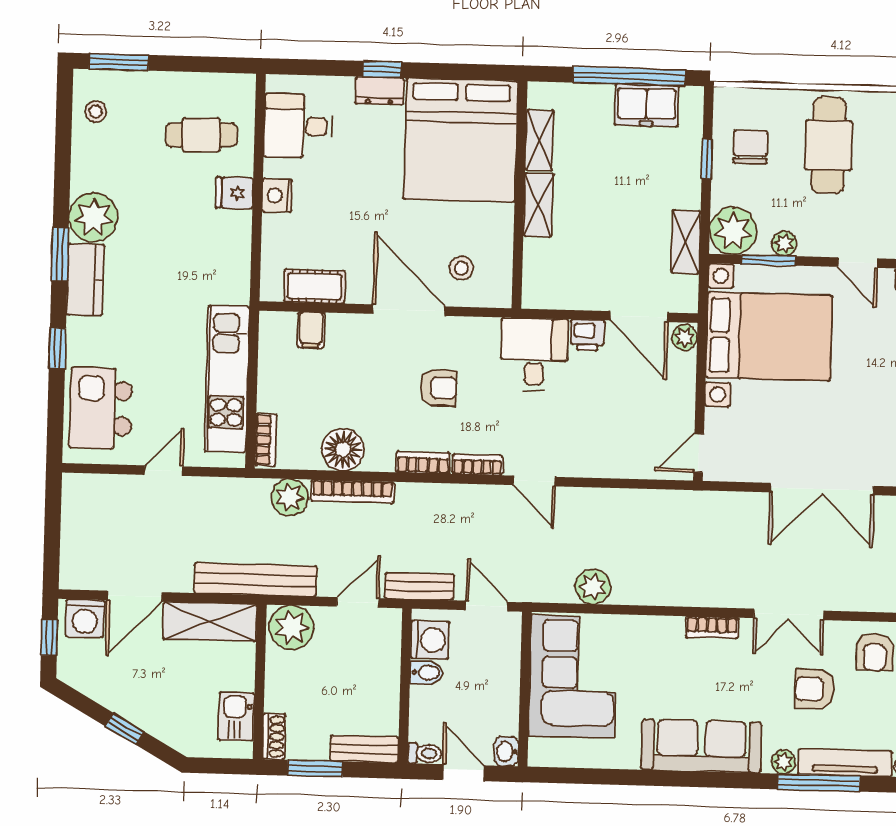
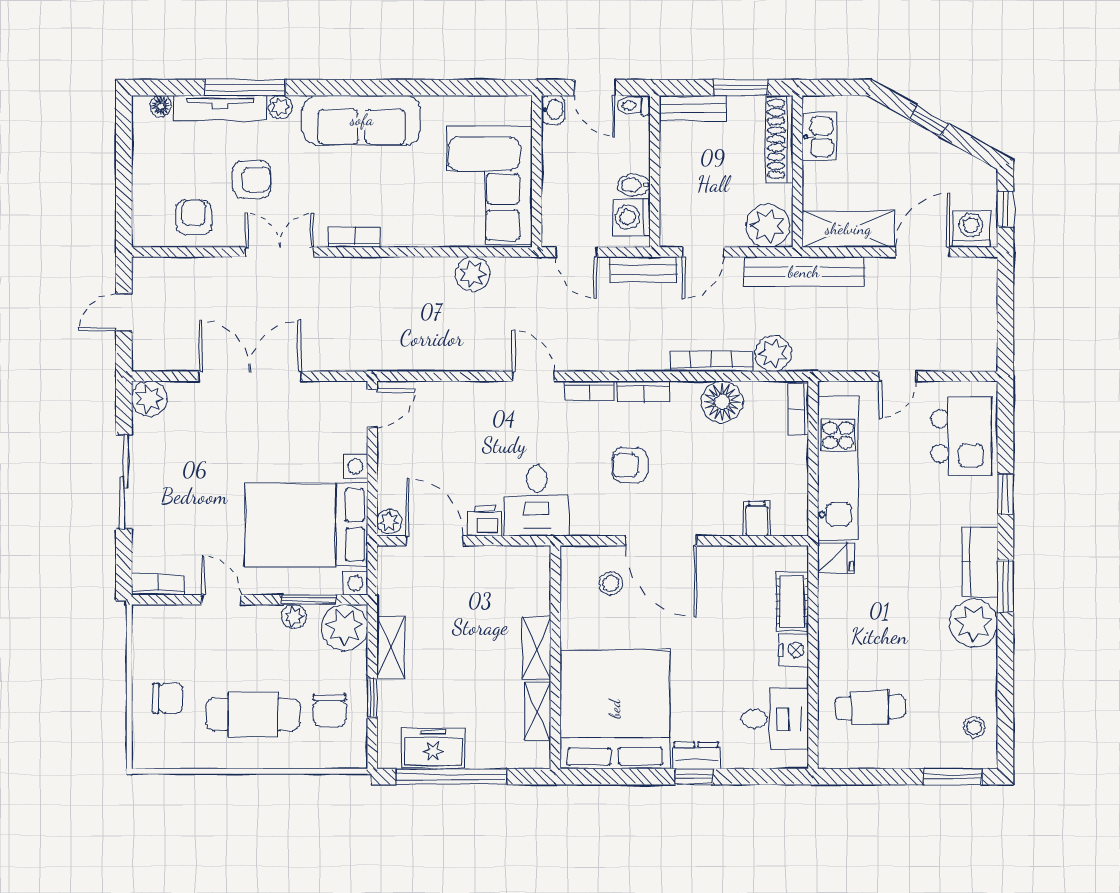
cafe table: (829, 145) -> (253, 714), turned 90
fridge: (234, 193) -> (836, 558), moved
shelving: (686, 242) -> (391, 647), moved
cot: (314, 286) -> (792, 602), moved, turned 90
shoe rack: (274, 737) -> (779, 139), width x1.94, depth x1.24

